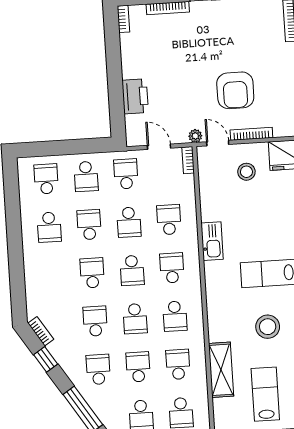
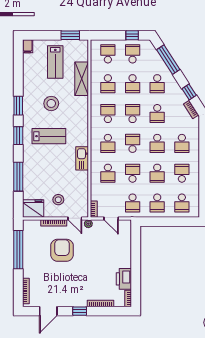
printer: (135, 96) -> (124, 279), moved
school desk: (86, 176) -> (157, 203), turned 180
school desk: (52, 275) -> (182, 143), added

